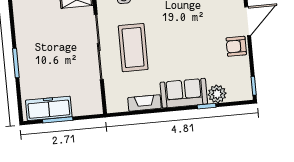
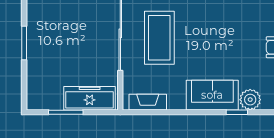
fireplace: (144, 103) -> (148, 102), moved
freezer: (49, 108) -> (90, 98), moved

